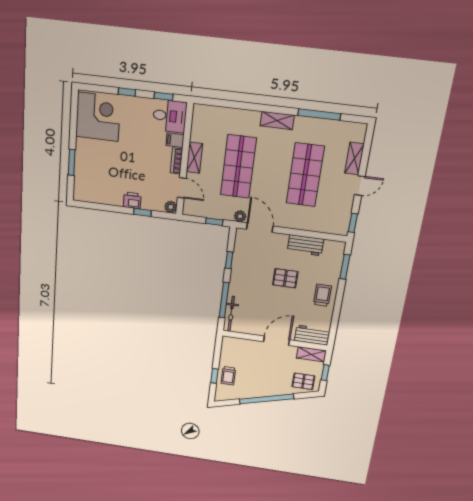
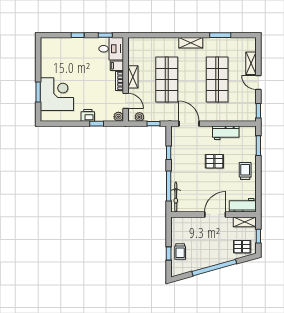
window: (319, 115) -> (220, 35), width x0.69
corner desk: (98, 117) -> (57, 94), moved
door: (360, 186) -> (258, 82), swing flipped
plant: (240, 216) -> (139, 117), moved

